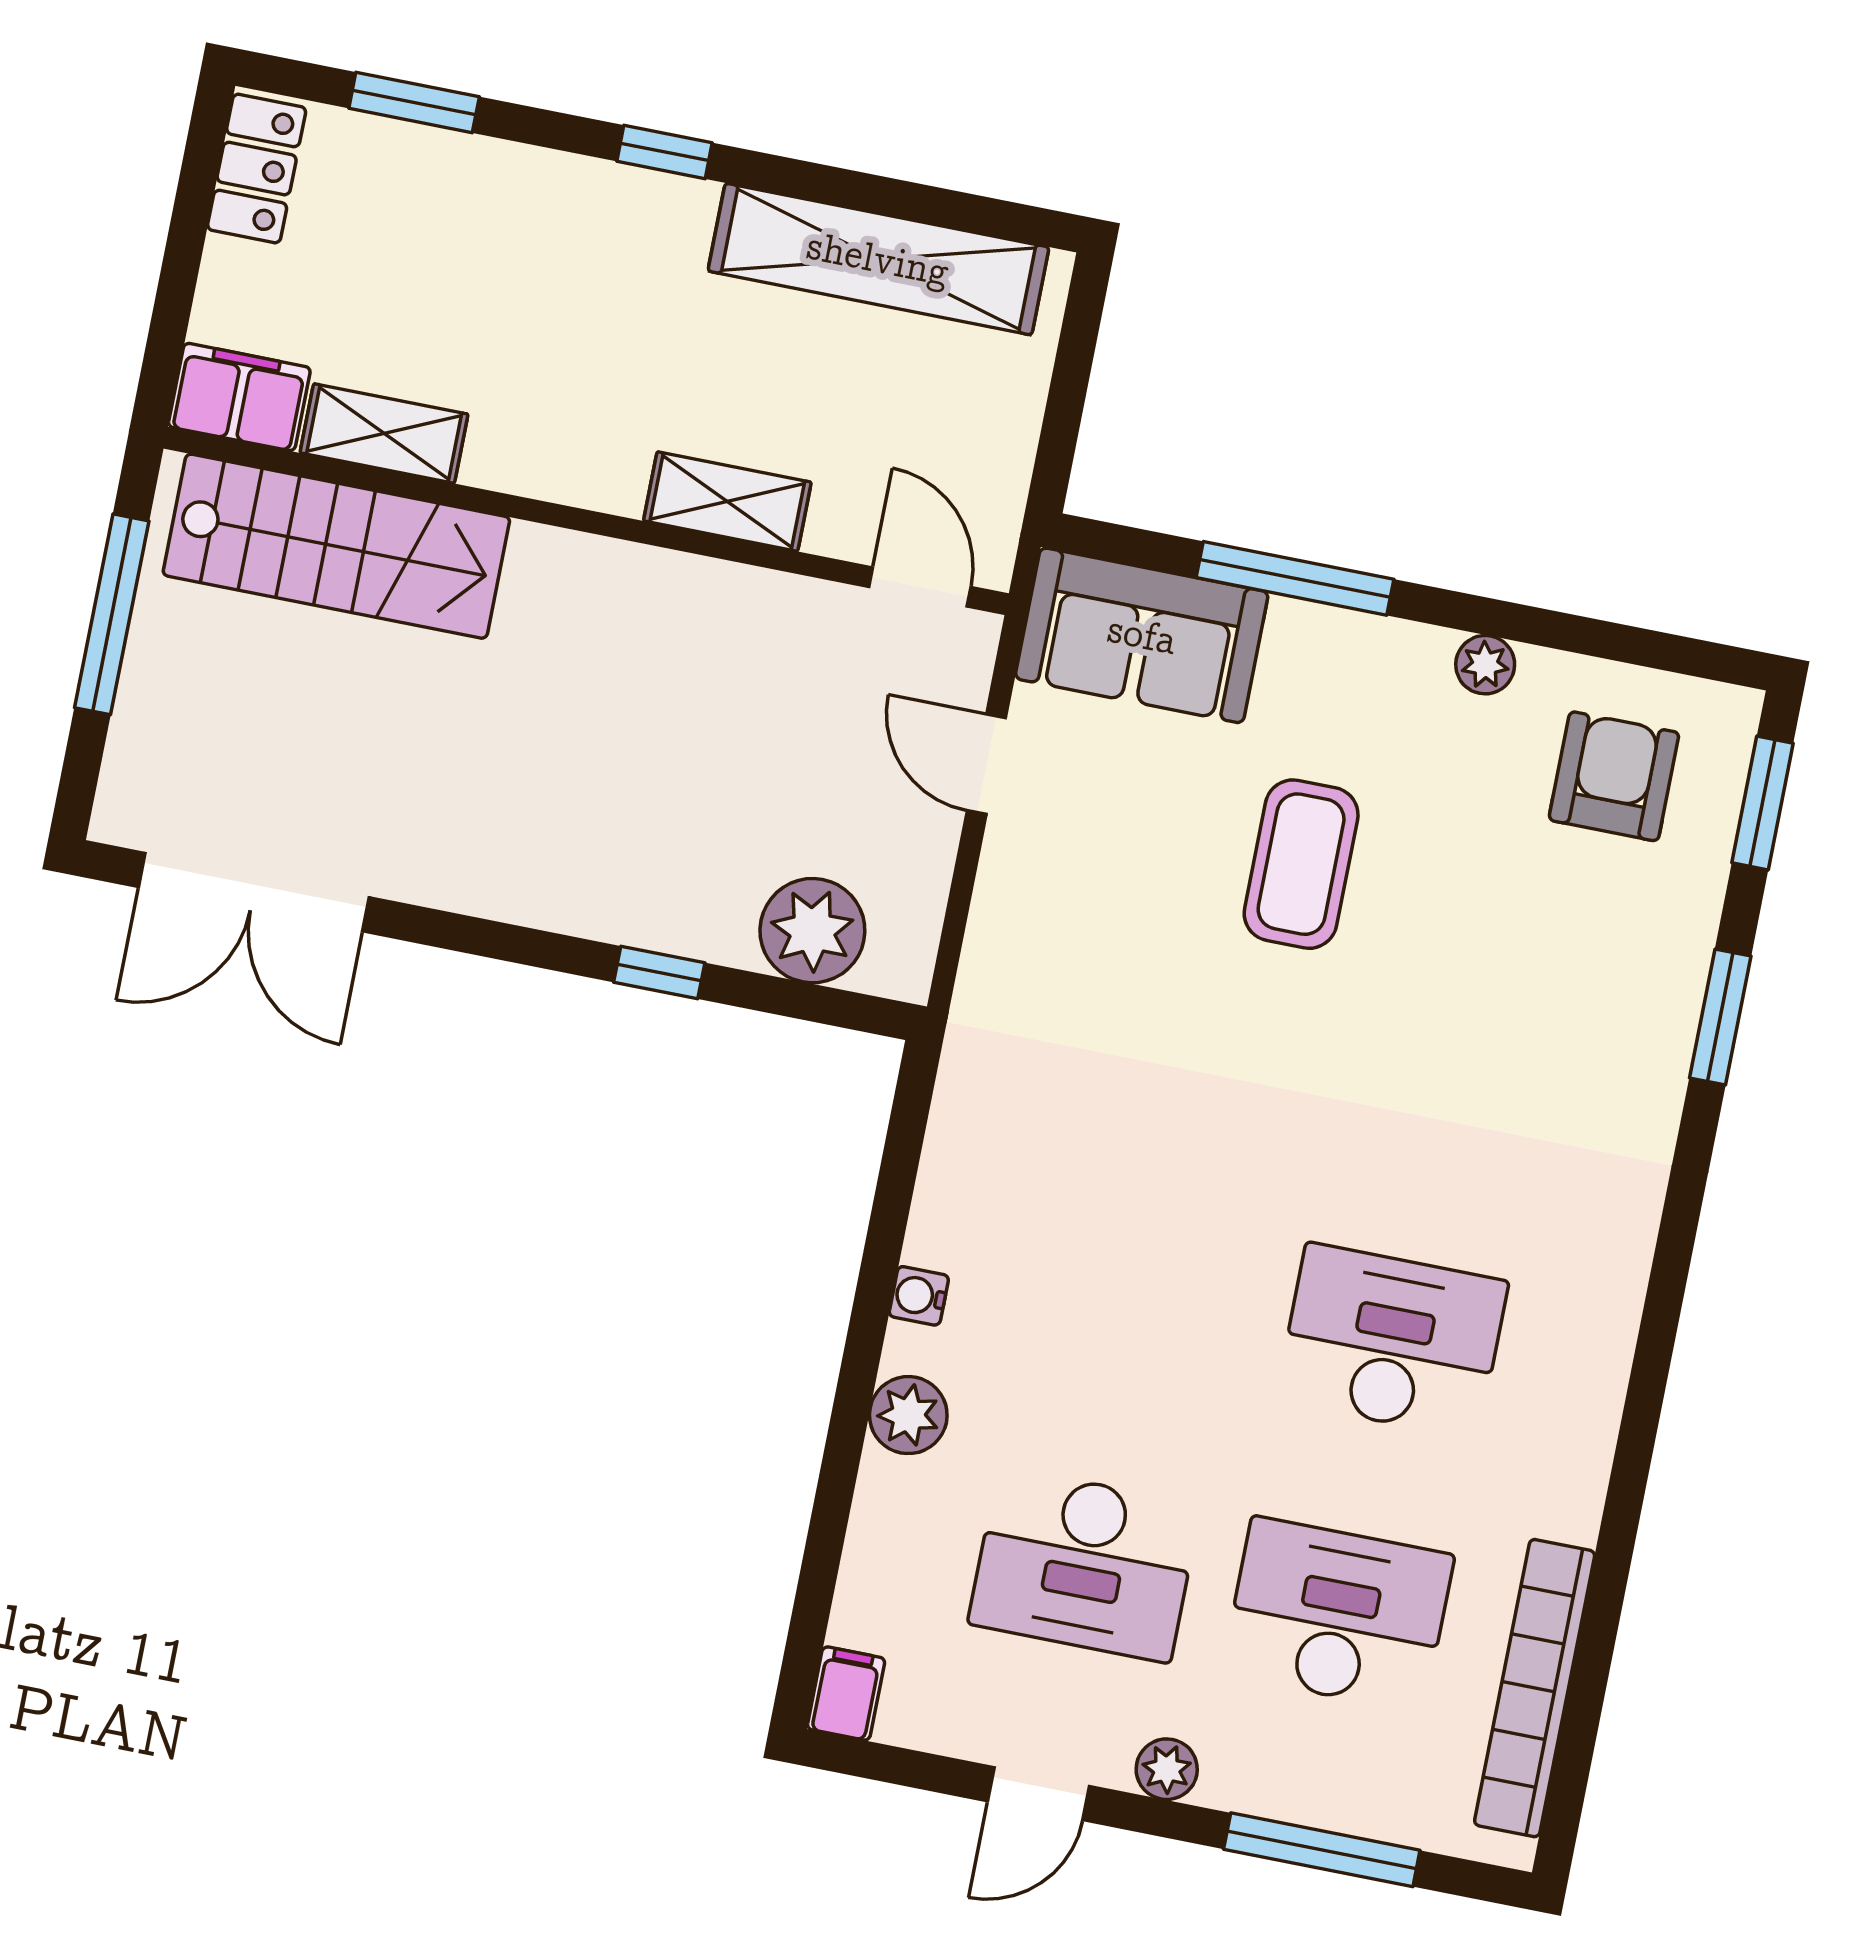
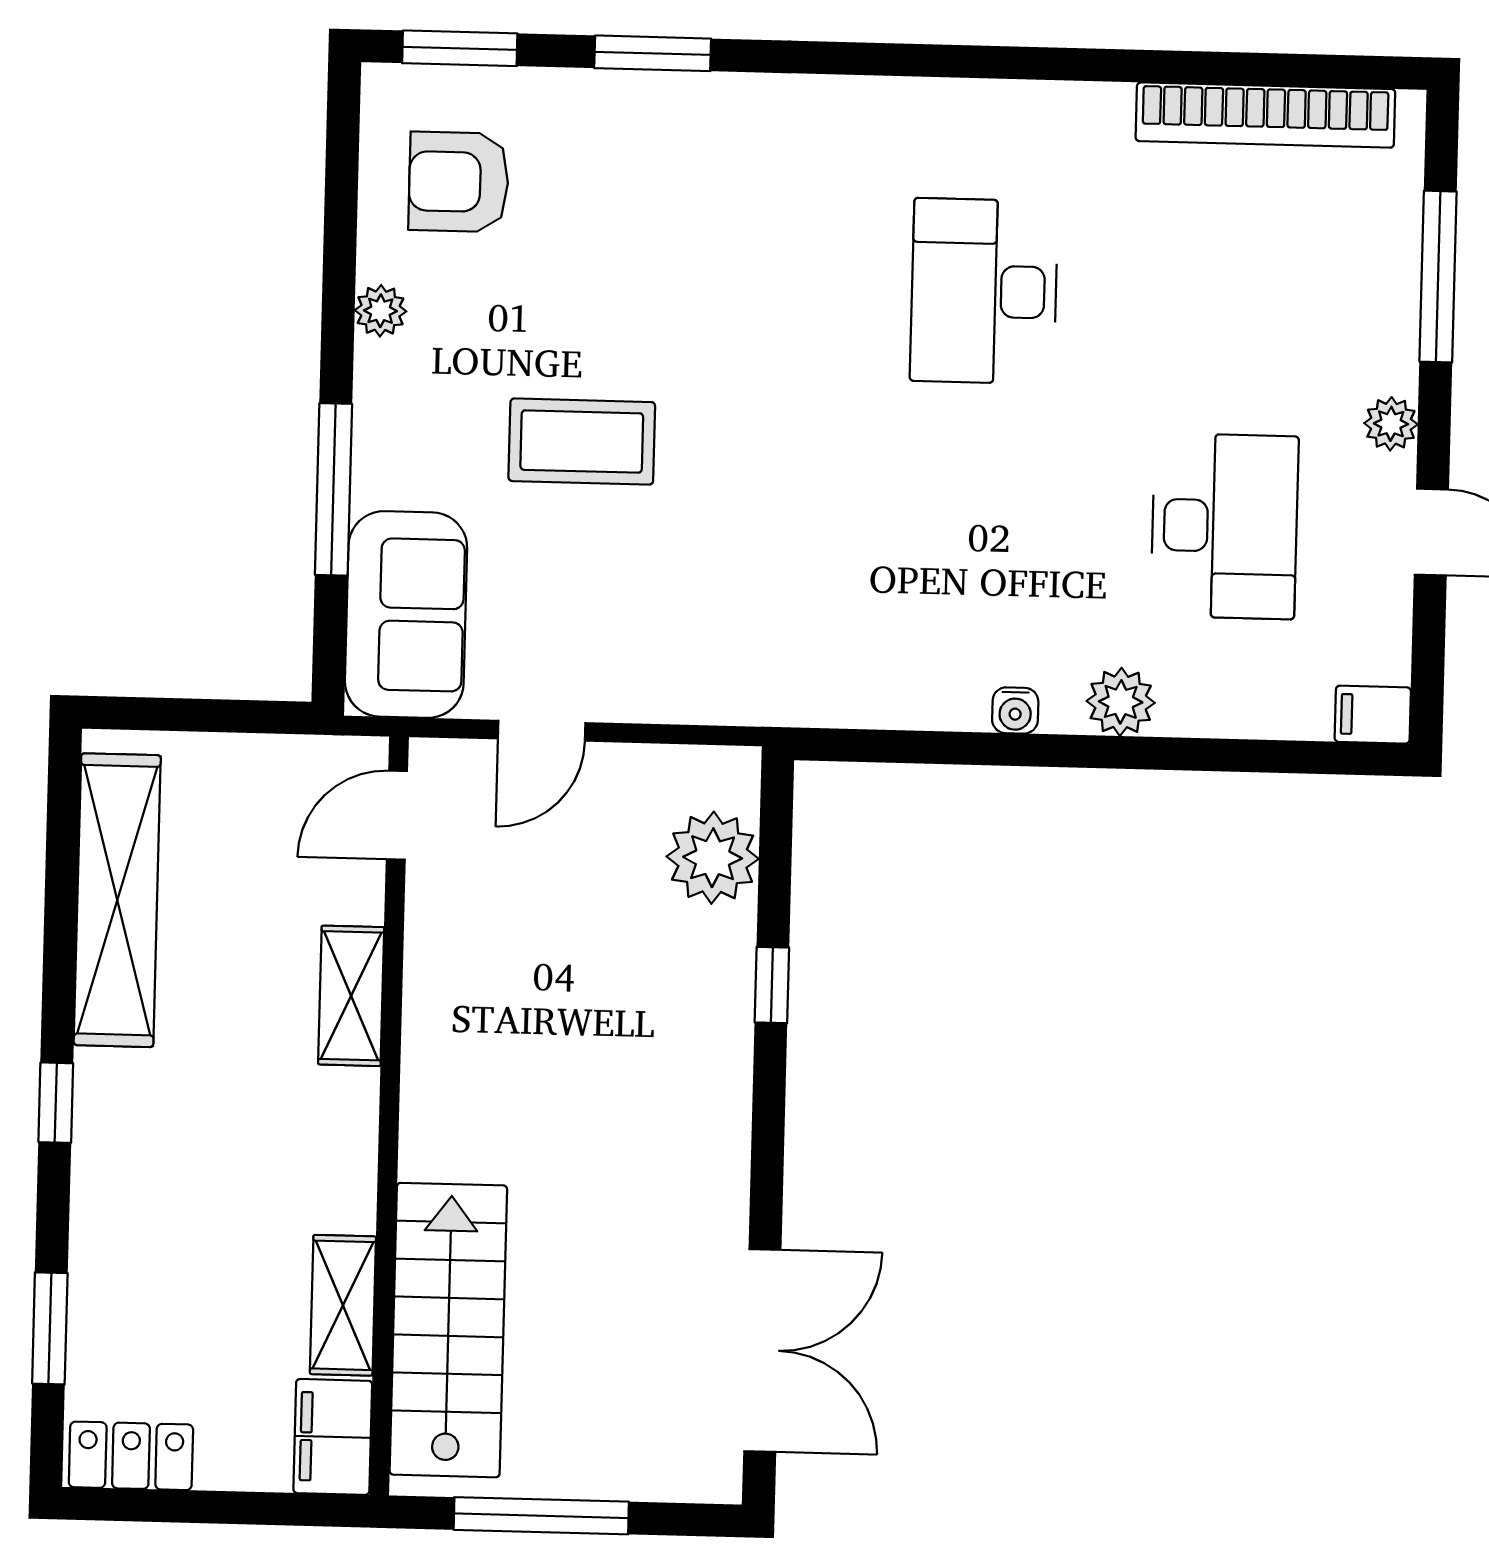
desk: (1338, 1615) -> (1231, 298), removed

